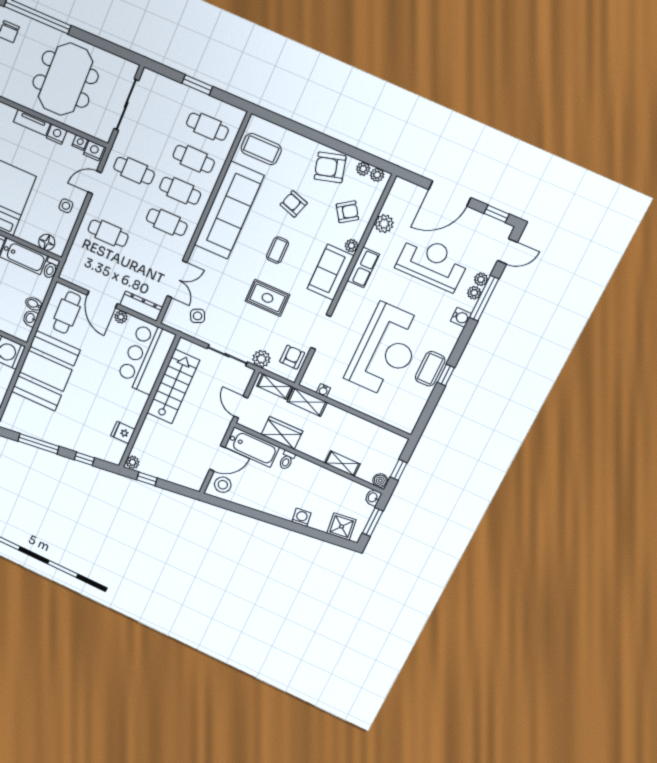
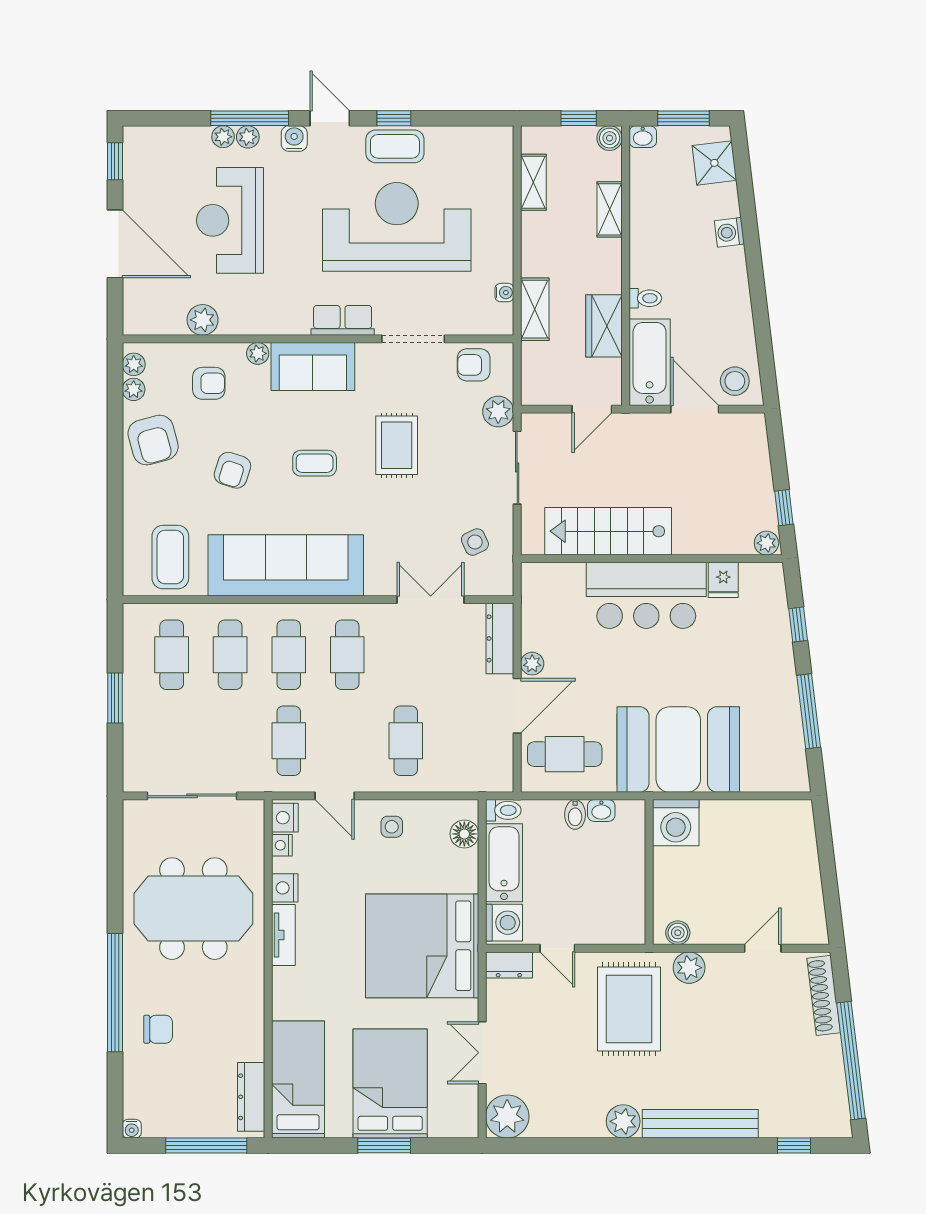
armchair: (347, 212) -> (209, 383), turned 124
door: (507, 251) -> (330, 118), moved
row of seats: (363, 267) -> (343, 320), moved
bar counter: (146, 358) -> (646, 595), moved
shelving: (275, 386) -> (533, 182), moved

